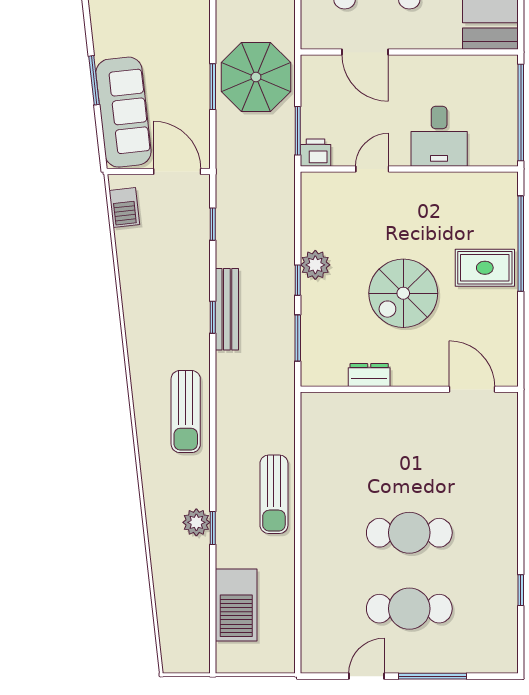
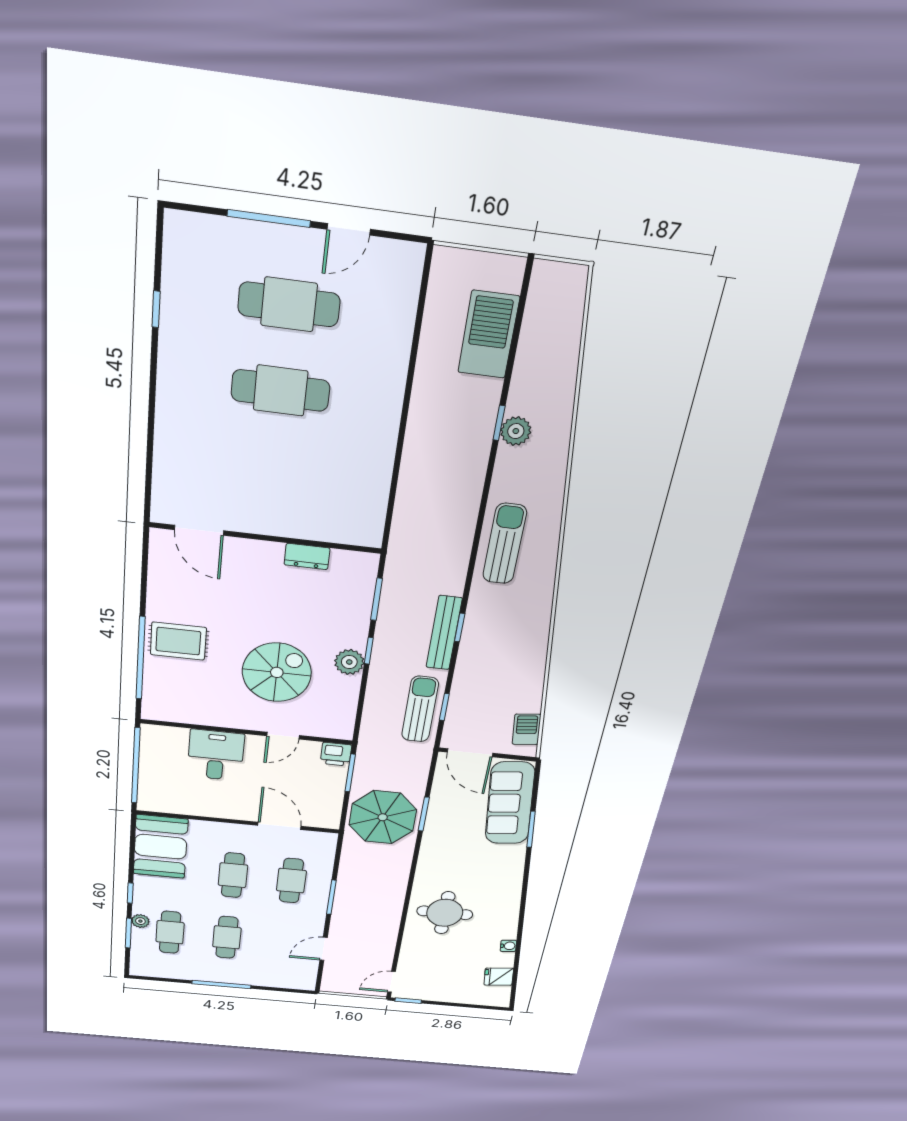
spiral stairs: (403, 293) -> (277, 672), moved
sun lounger: (274, 494) -> (420, 709), moved

